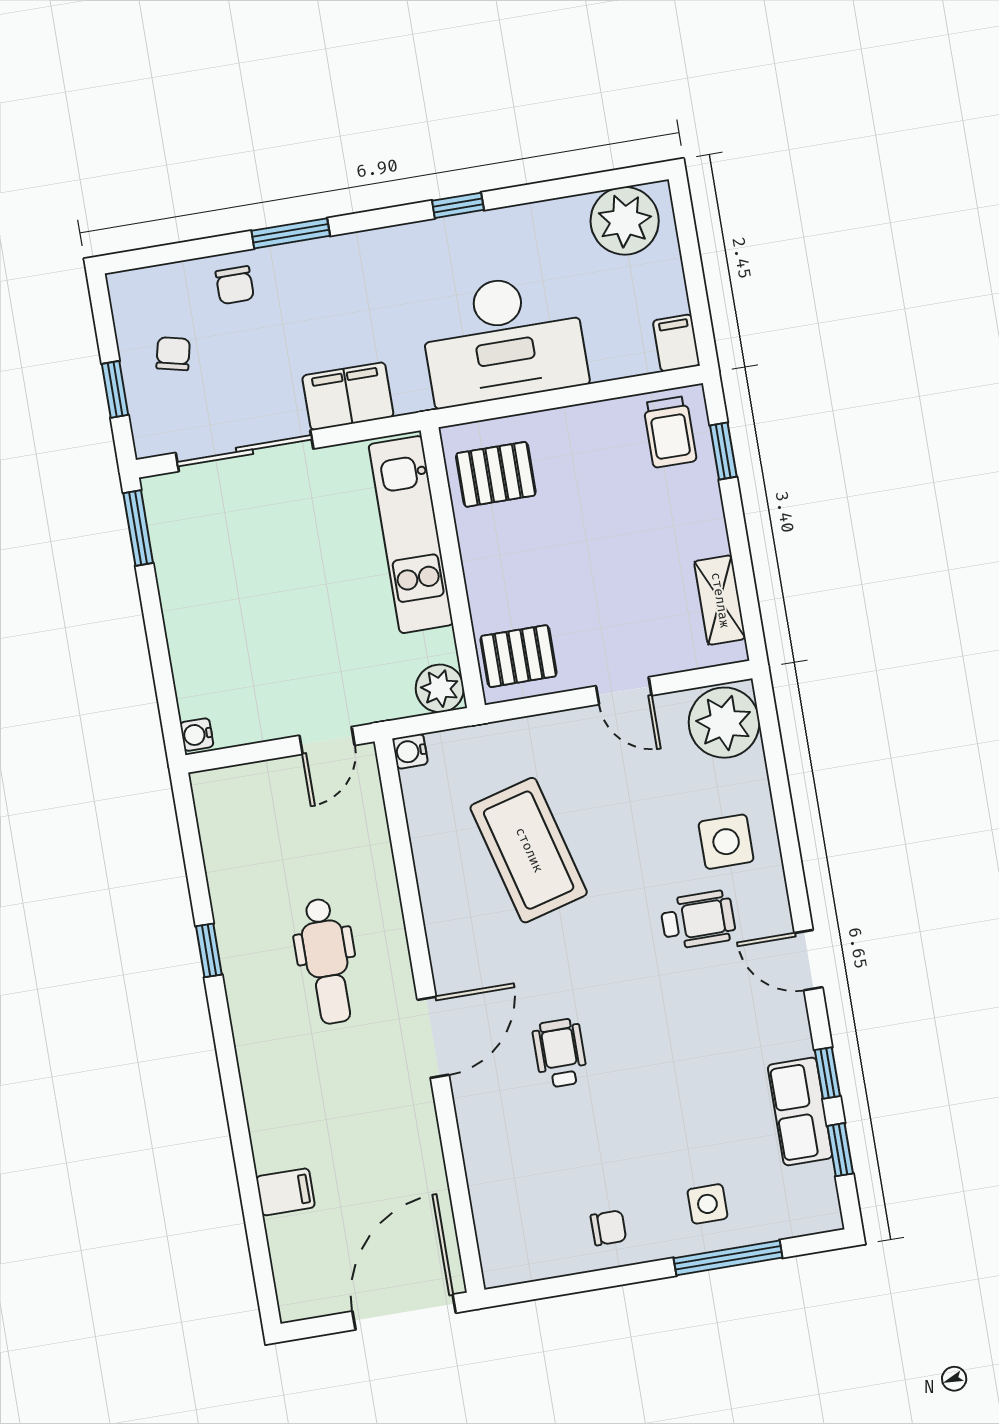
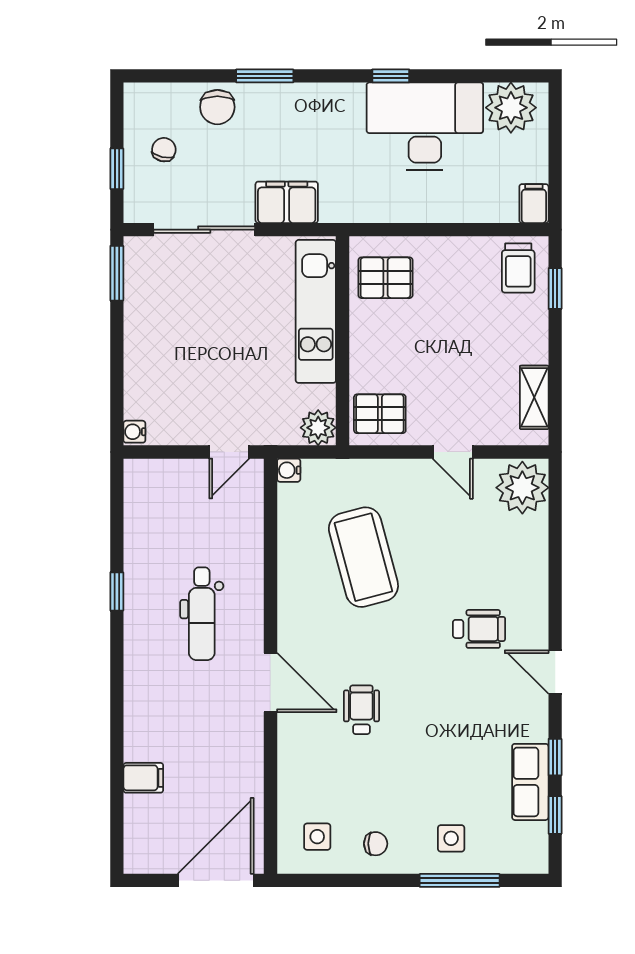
chair: (235, 285) -> (217, 107), width x1.37, depth x1.37
desk: (503, 339) -> (425, 126), moved, turned 180
side table: (726, 842) -> (317, 837), moved, width x0.73, depth x0.73
door: (433, 1037) -> (271, 683), hinge flipped

